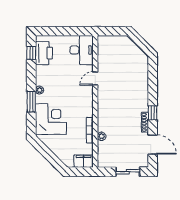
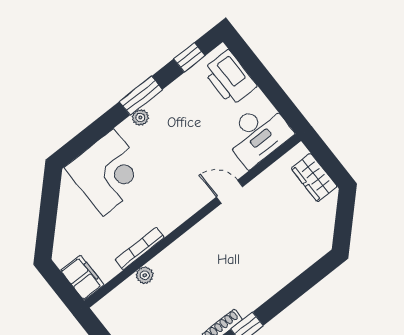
wardrobe: (115, 42) -> (314, 178), added
printer: (44, 53) -> (230, 78), moved, turned 90
window: (31, 102) -> (141, 96), moved

